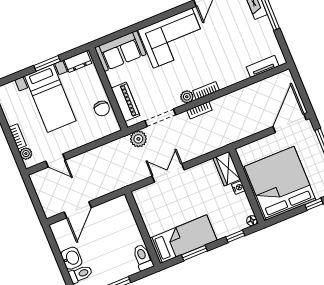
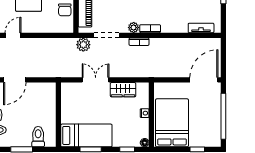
door: (55, 161) -> (13, 35), swing flipped
wardrobe: (227, 169) -> (123, 90), moved, turned -90
bed: (280, 183) -> (172, 123), width x0.73
toilet: (143, 257) -> (38, 137), moved

